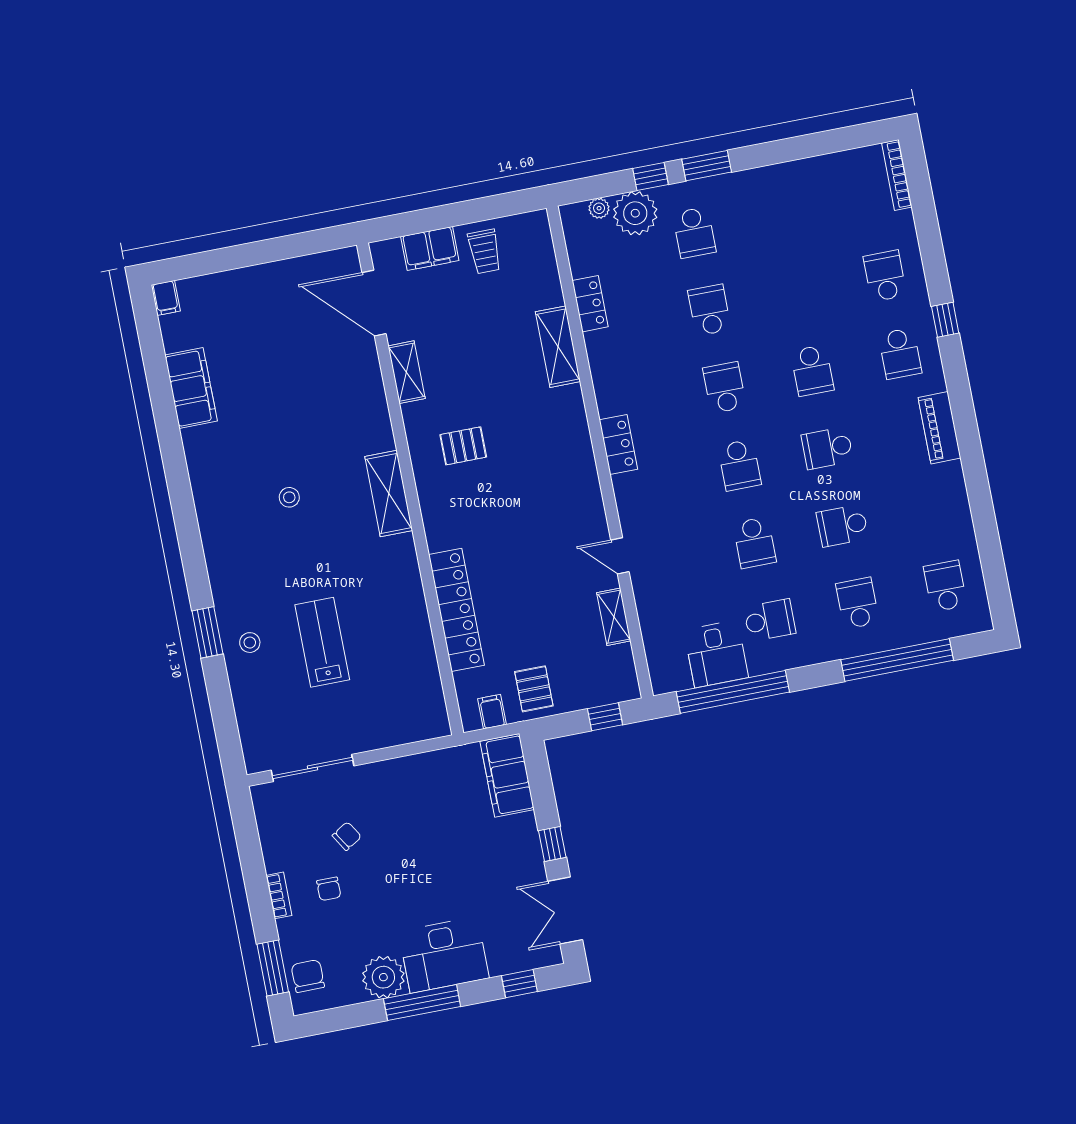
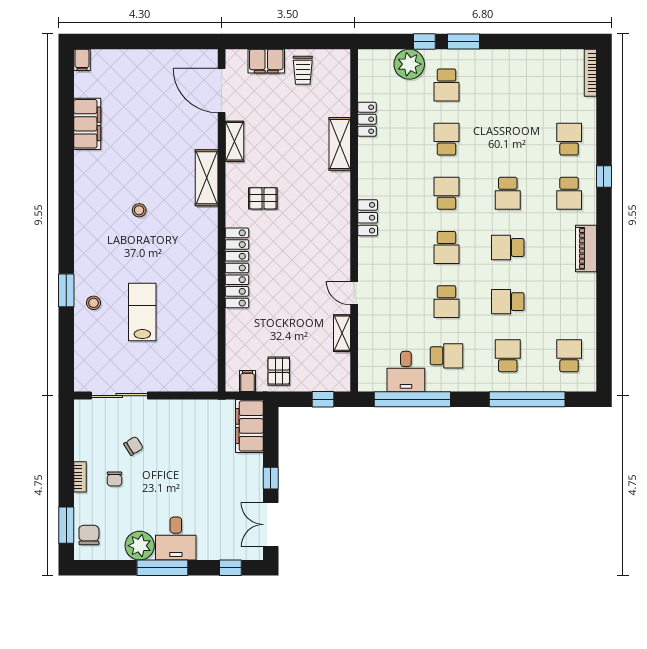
plant: (599, 208) -> (385, 56), removed
shelving: (389, 493) -> (207, 178), moved
locker: (456, 610) -> (237, 268), moved
desk: (444, 955) -> (176, 539), width x0.73

